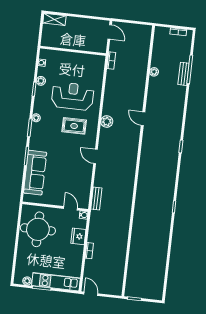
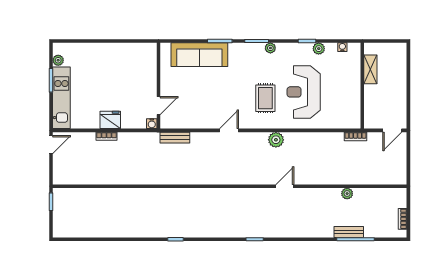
shelving: (54, 19) -> (370, 69), moved
reception desk: (73, 96) -> (304, 92), turned 180
round table: (38, 229) -> (126, 67), removed
fridge: (78, 236) -> (110, 120), moved

